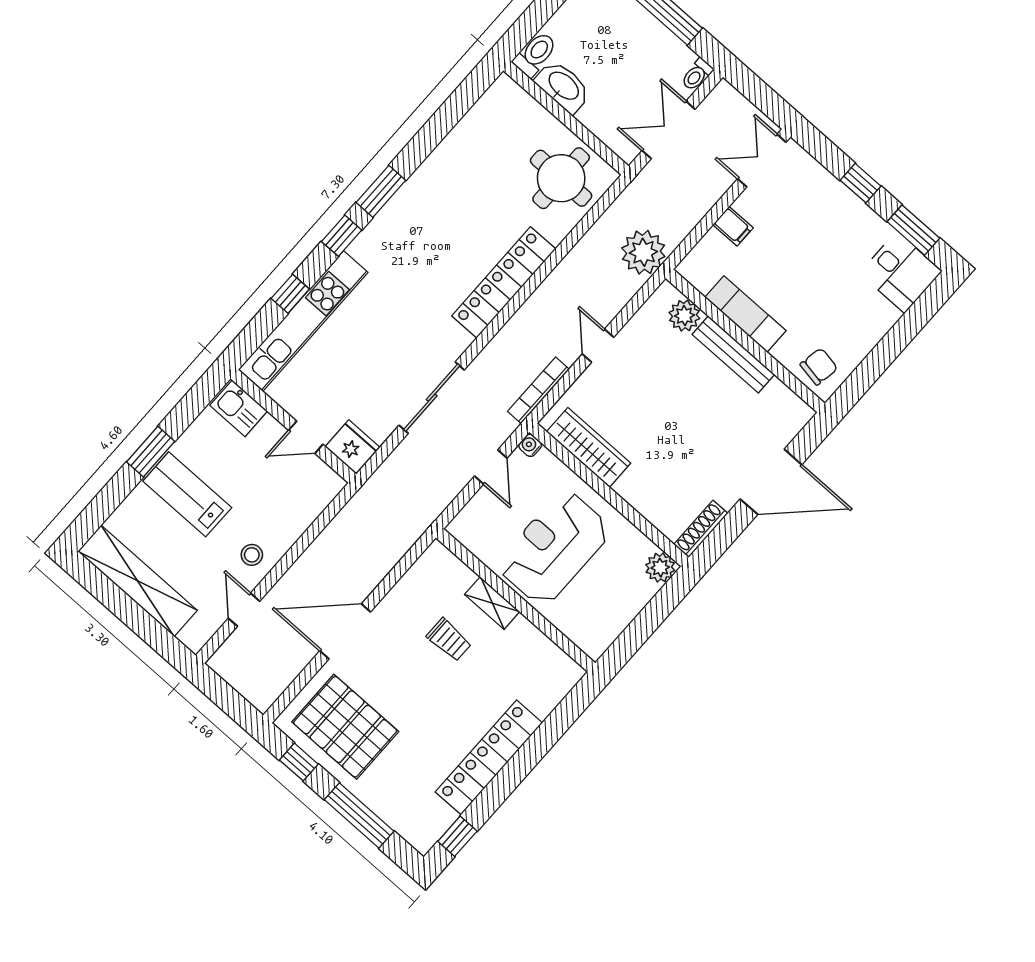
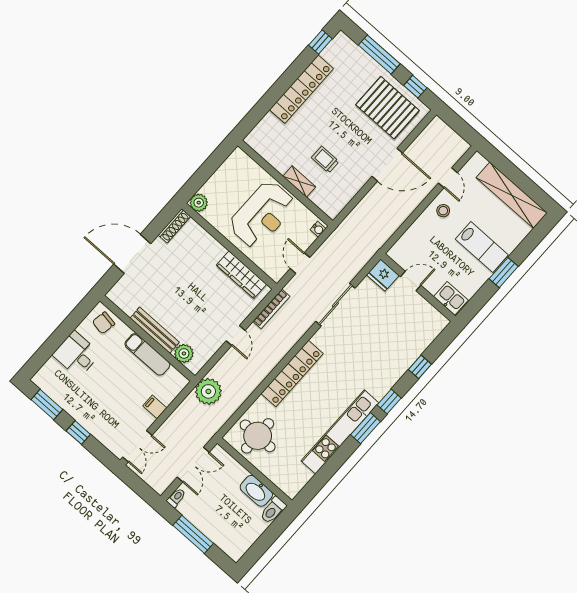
desk: (901, 272) -> (76, 354), moved
kitchen unit: (303, 321) -> (340, 432), moved
water cooler: (530, 445) -> (318, 229), moved

